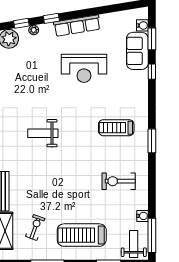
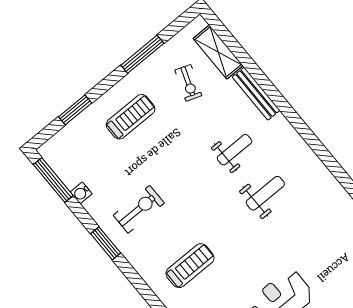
window: (152, 141) -> (106, 243), moved
treadmill: (82, 235) -> (131, 117), width x0.73, depth x0.73
weight bench: (134, 244) -> (235, 150), moved, turned -90

